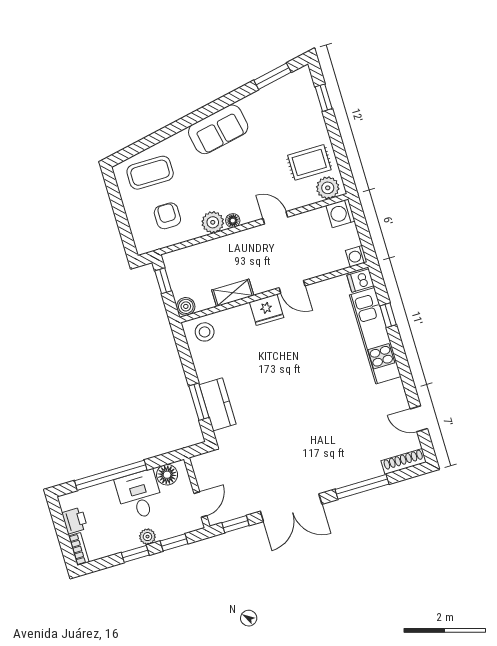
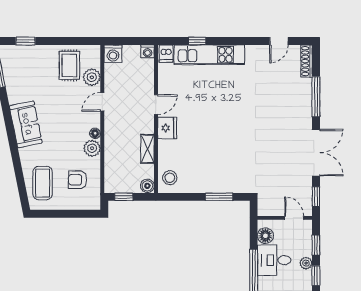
plant: (328, 188) -> (92, 77), moved
kitchen counter: (218, 404) -> (225, 184), removed

